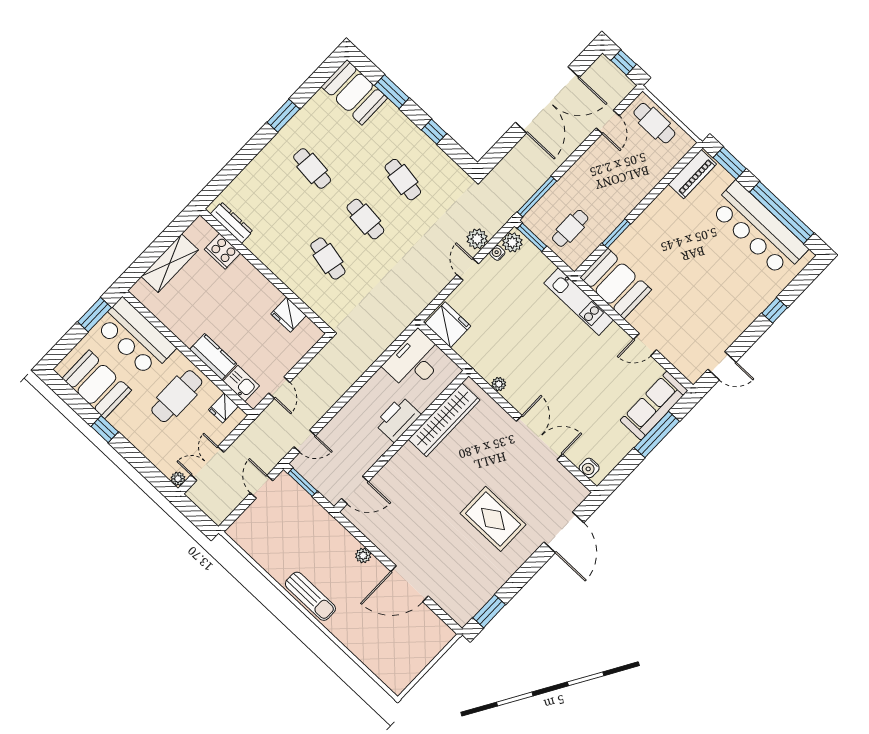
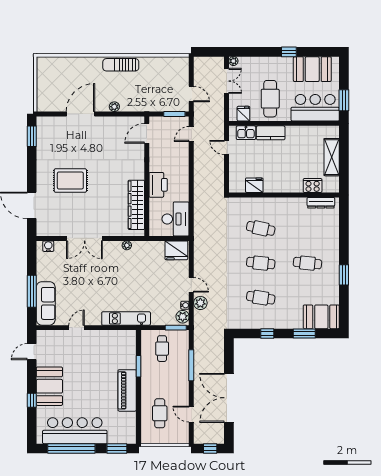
cafe table: (654, 123) -> (160, 413), moved, turned 90
piano: (692, 174) -> (127, 390), moved, width x1.37, depth x1.33
window: (537, 196) -> (191, 365), moved
booth: (616, 284) -> (49, 386), moved, turned 90

